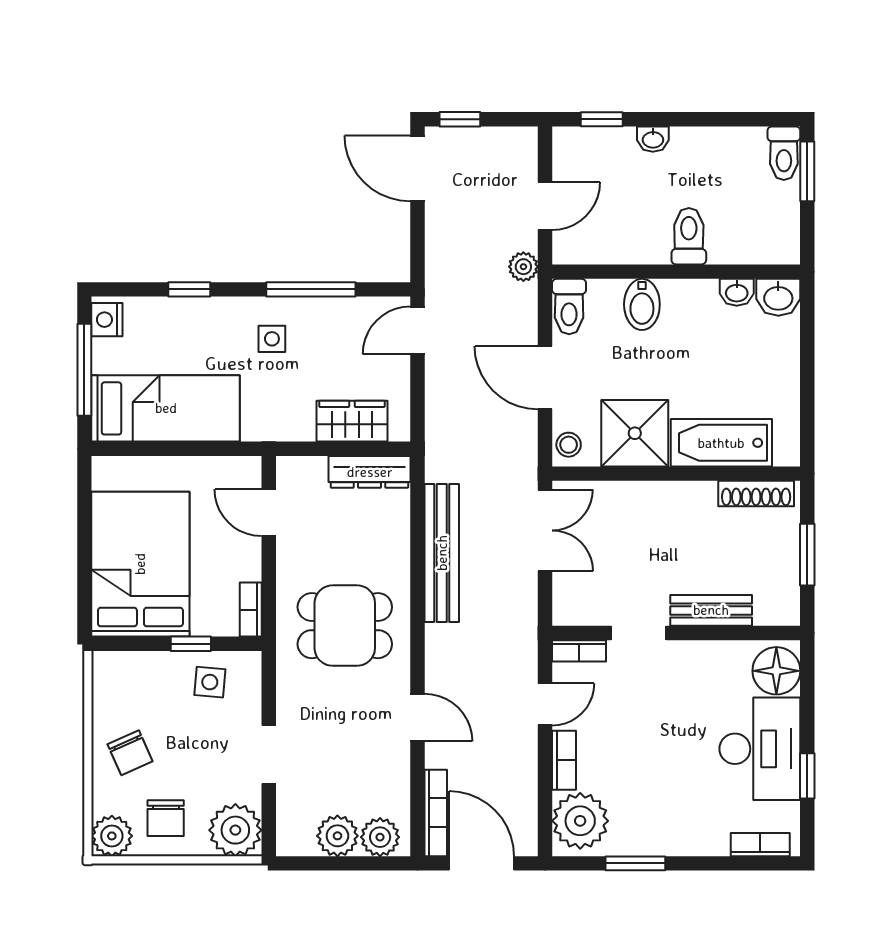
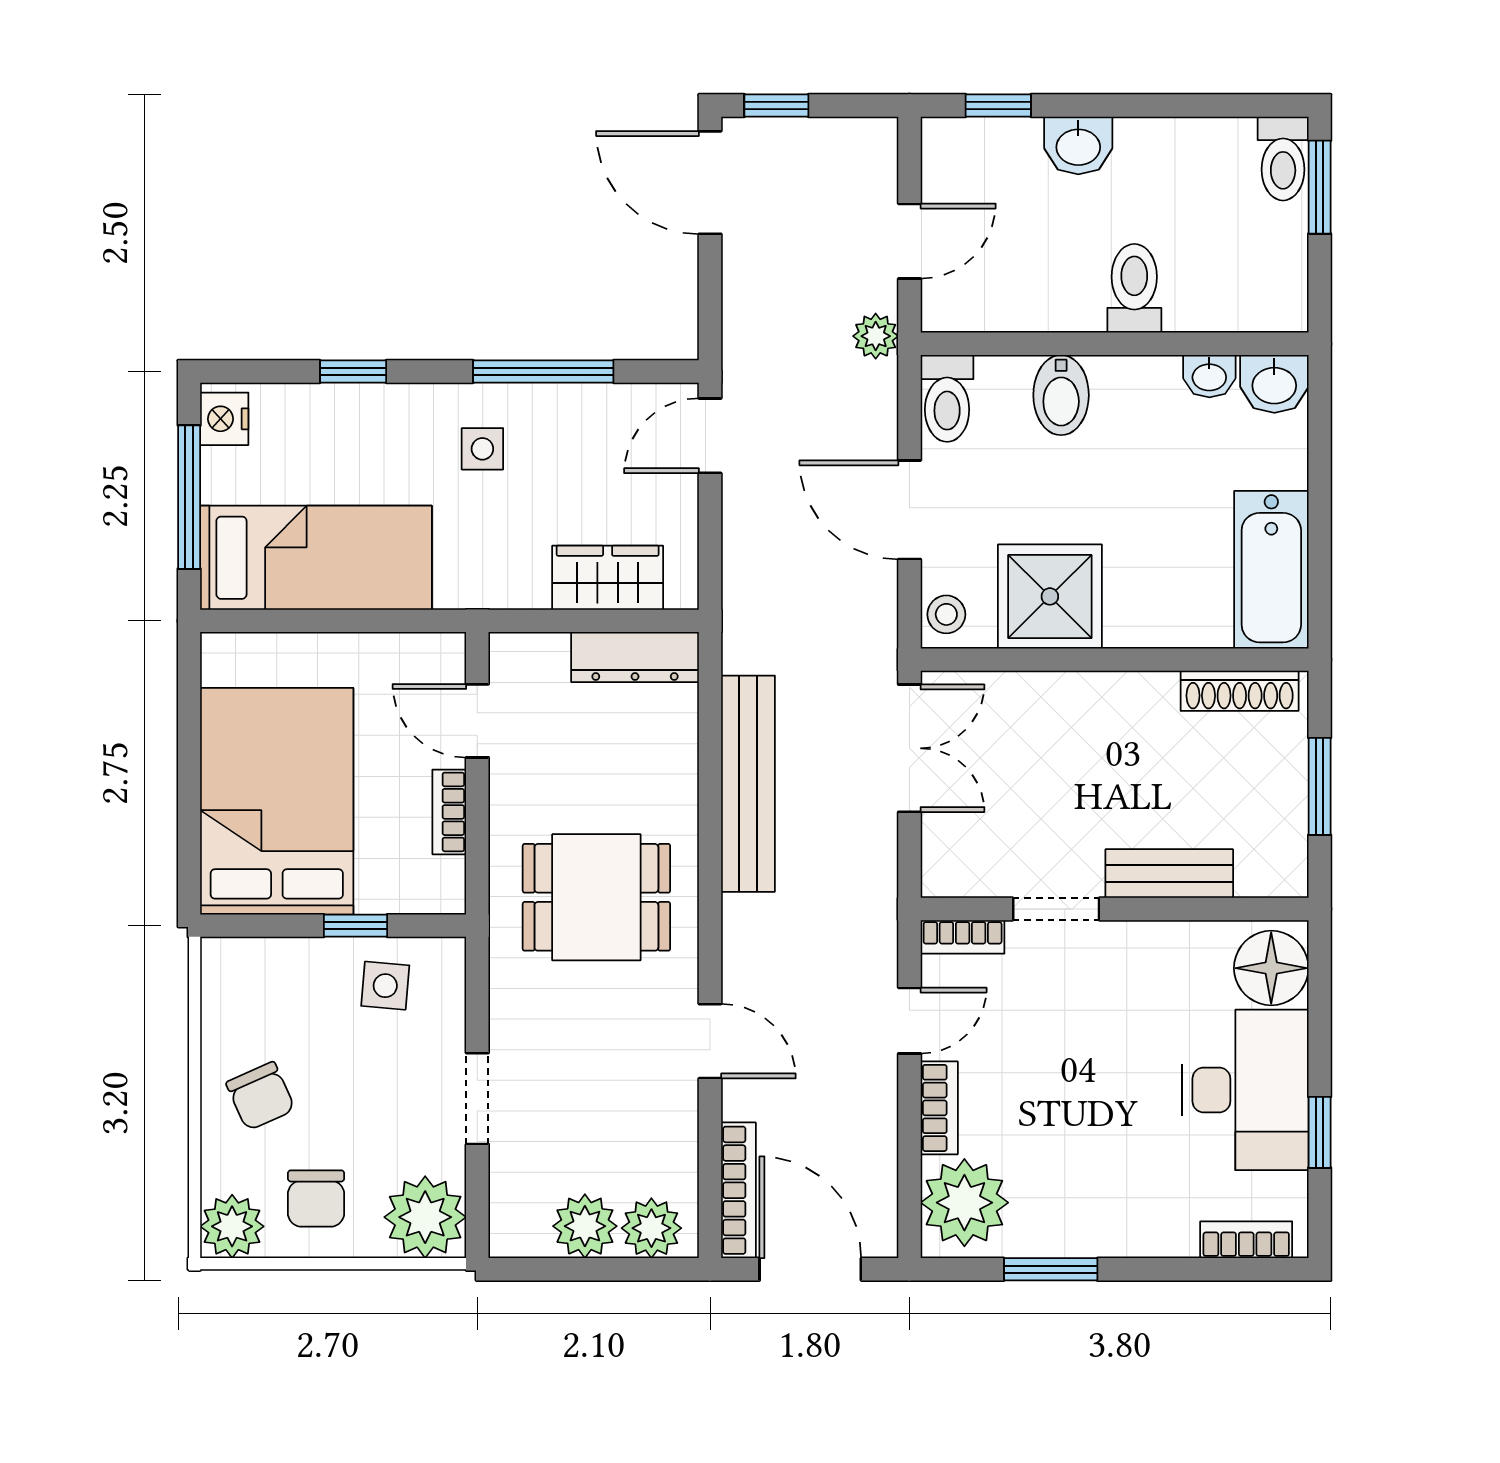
washbasin: (653, 139) -> (1078, 145), width x1.38, depth x1.45
bathtub: (721, 443) -> (1271, 570), moved, turned -90
bookcase: (251, 610) -> (449, 812), moved

